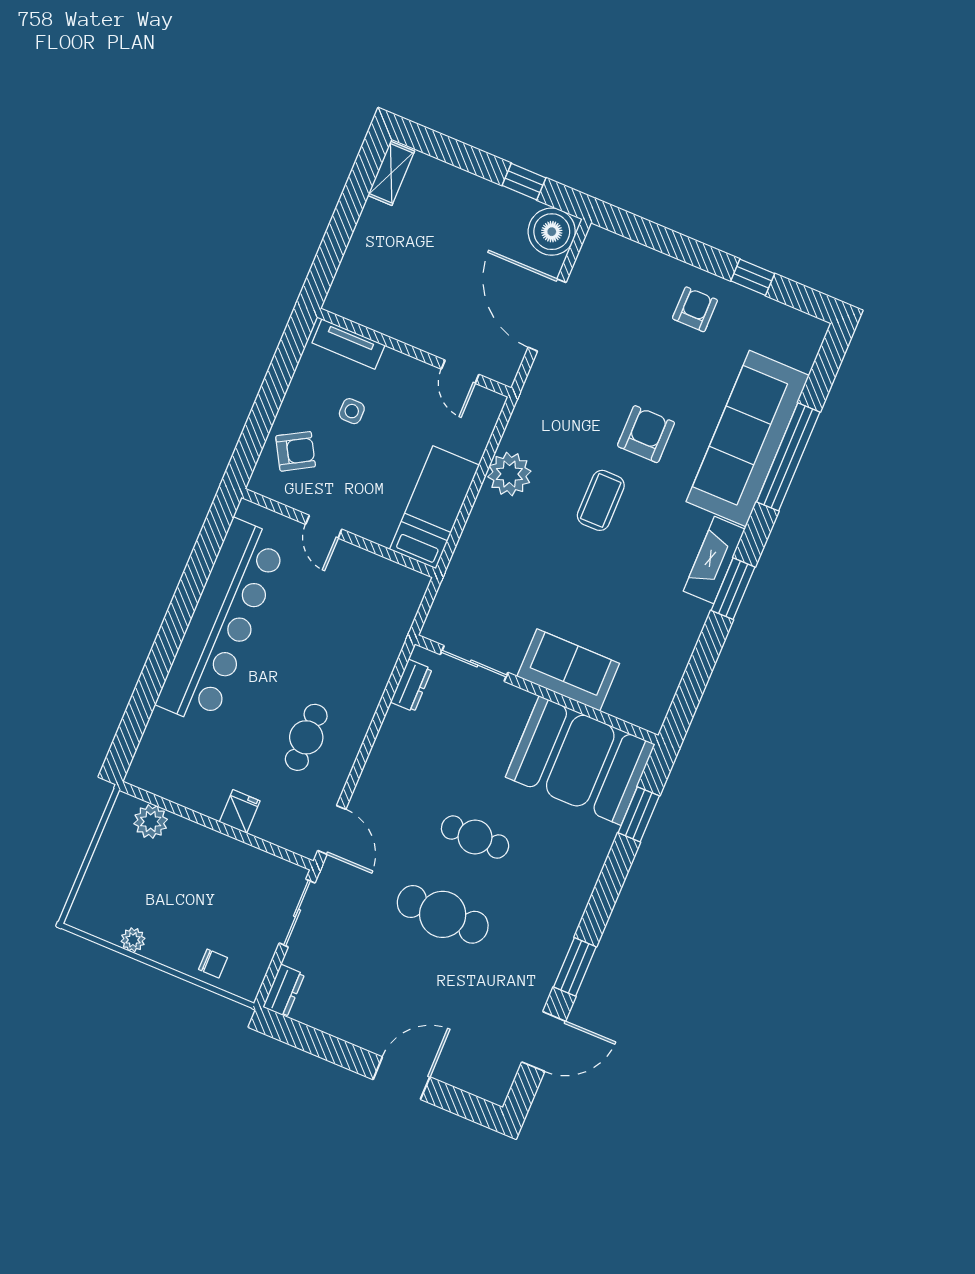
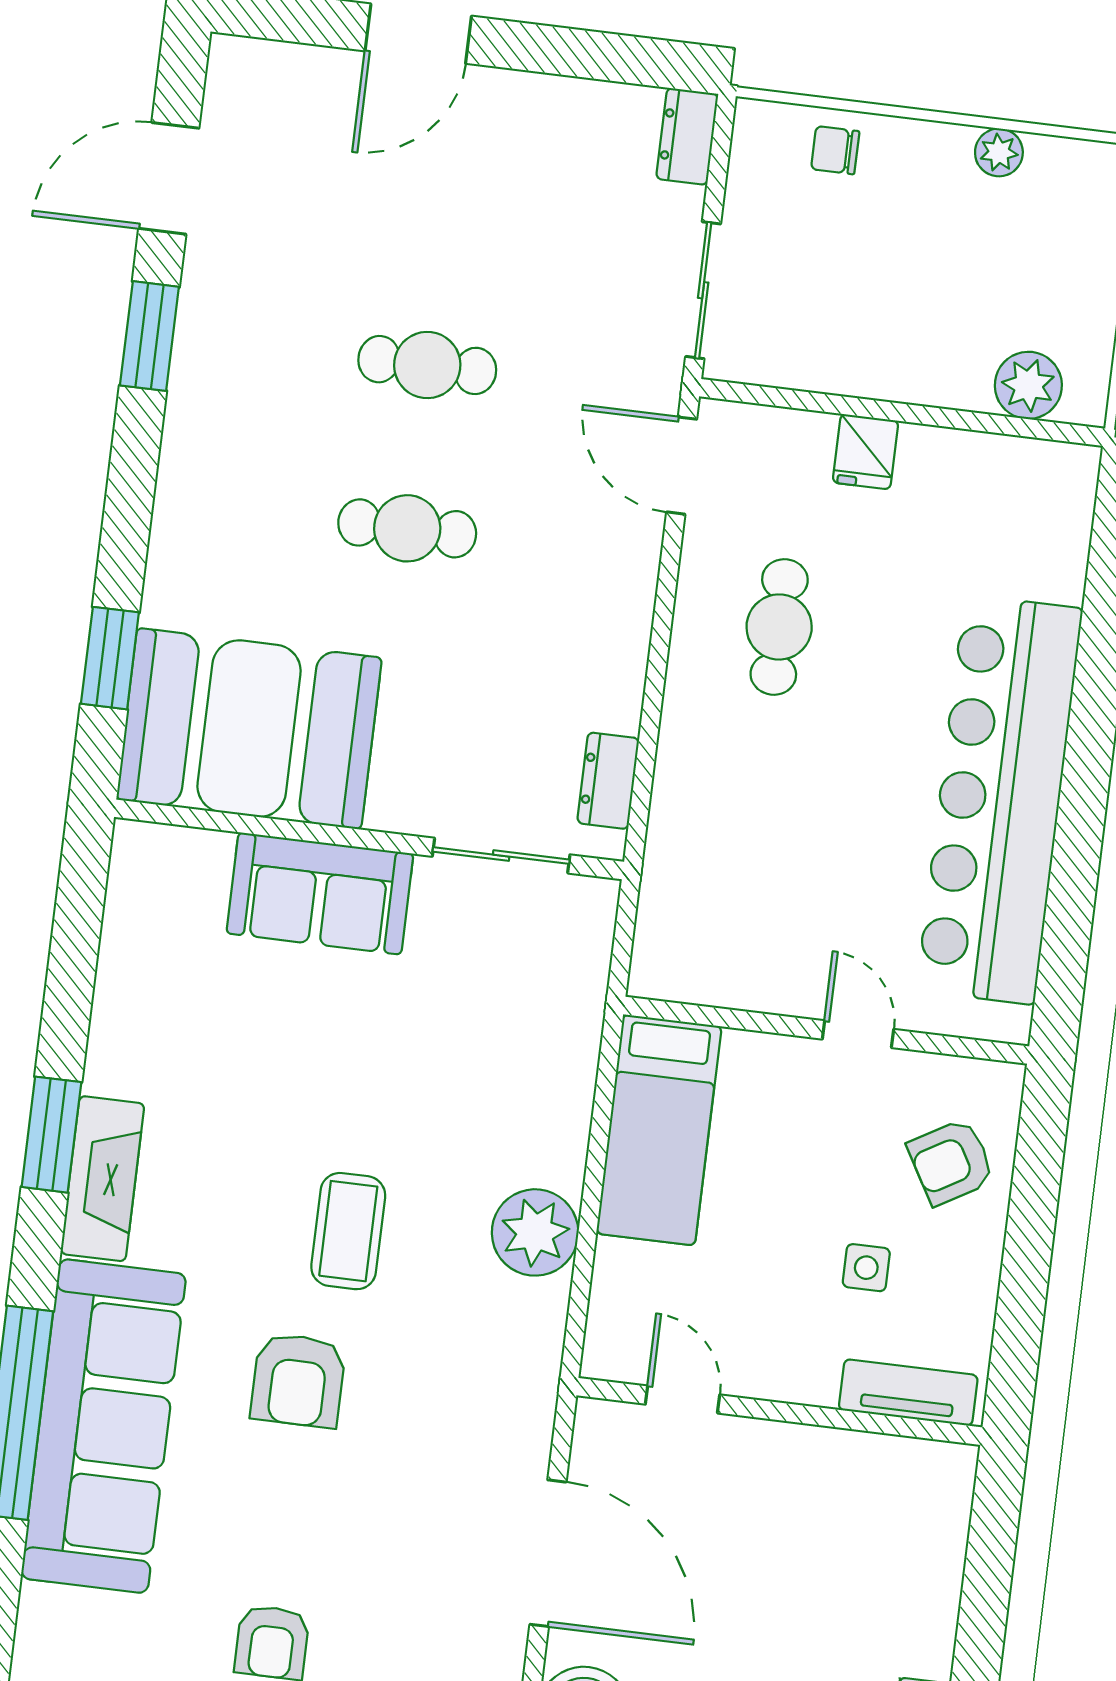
cafe table: (443, 914) -> (427, 365), width x0.73, depth x0.74

